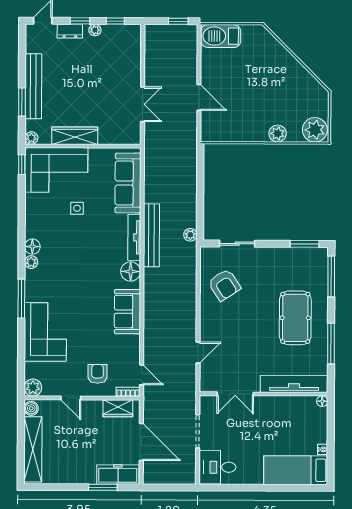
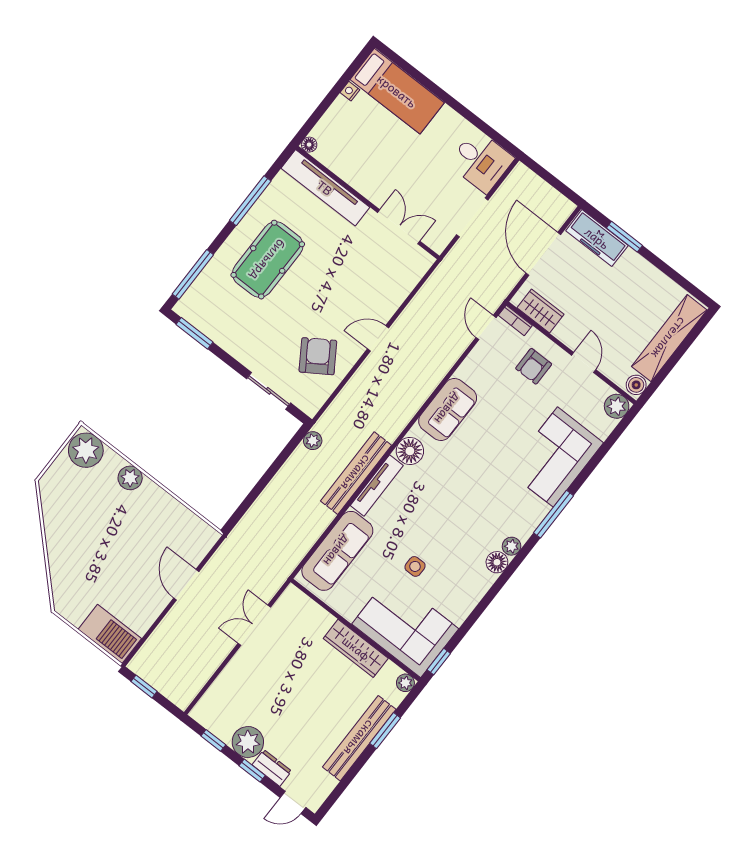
plant: (95, 30) -> (248, 742), width x1.88, depth x1.88
door: (198, 353) -> (378, 338), moved

